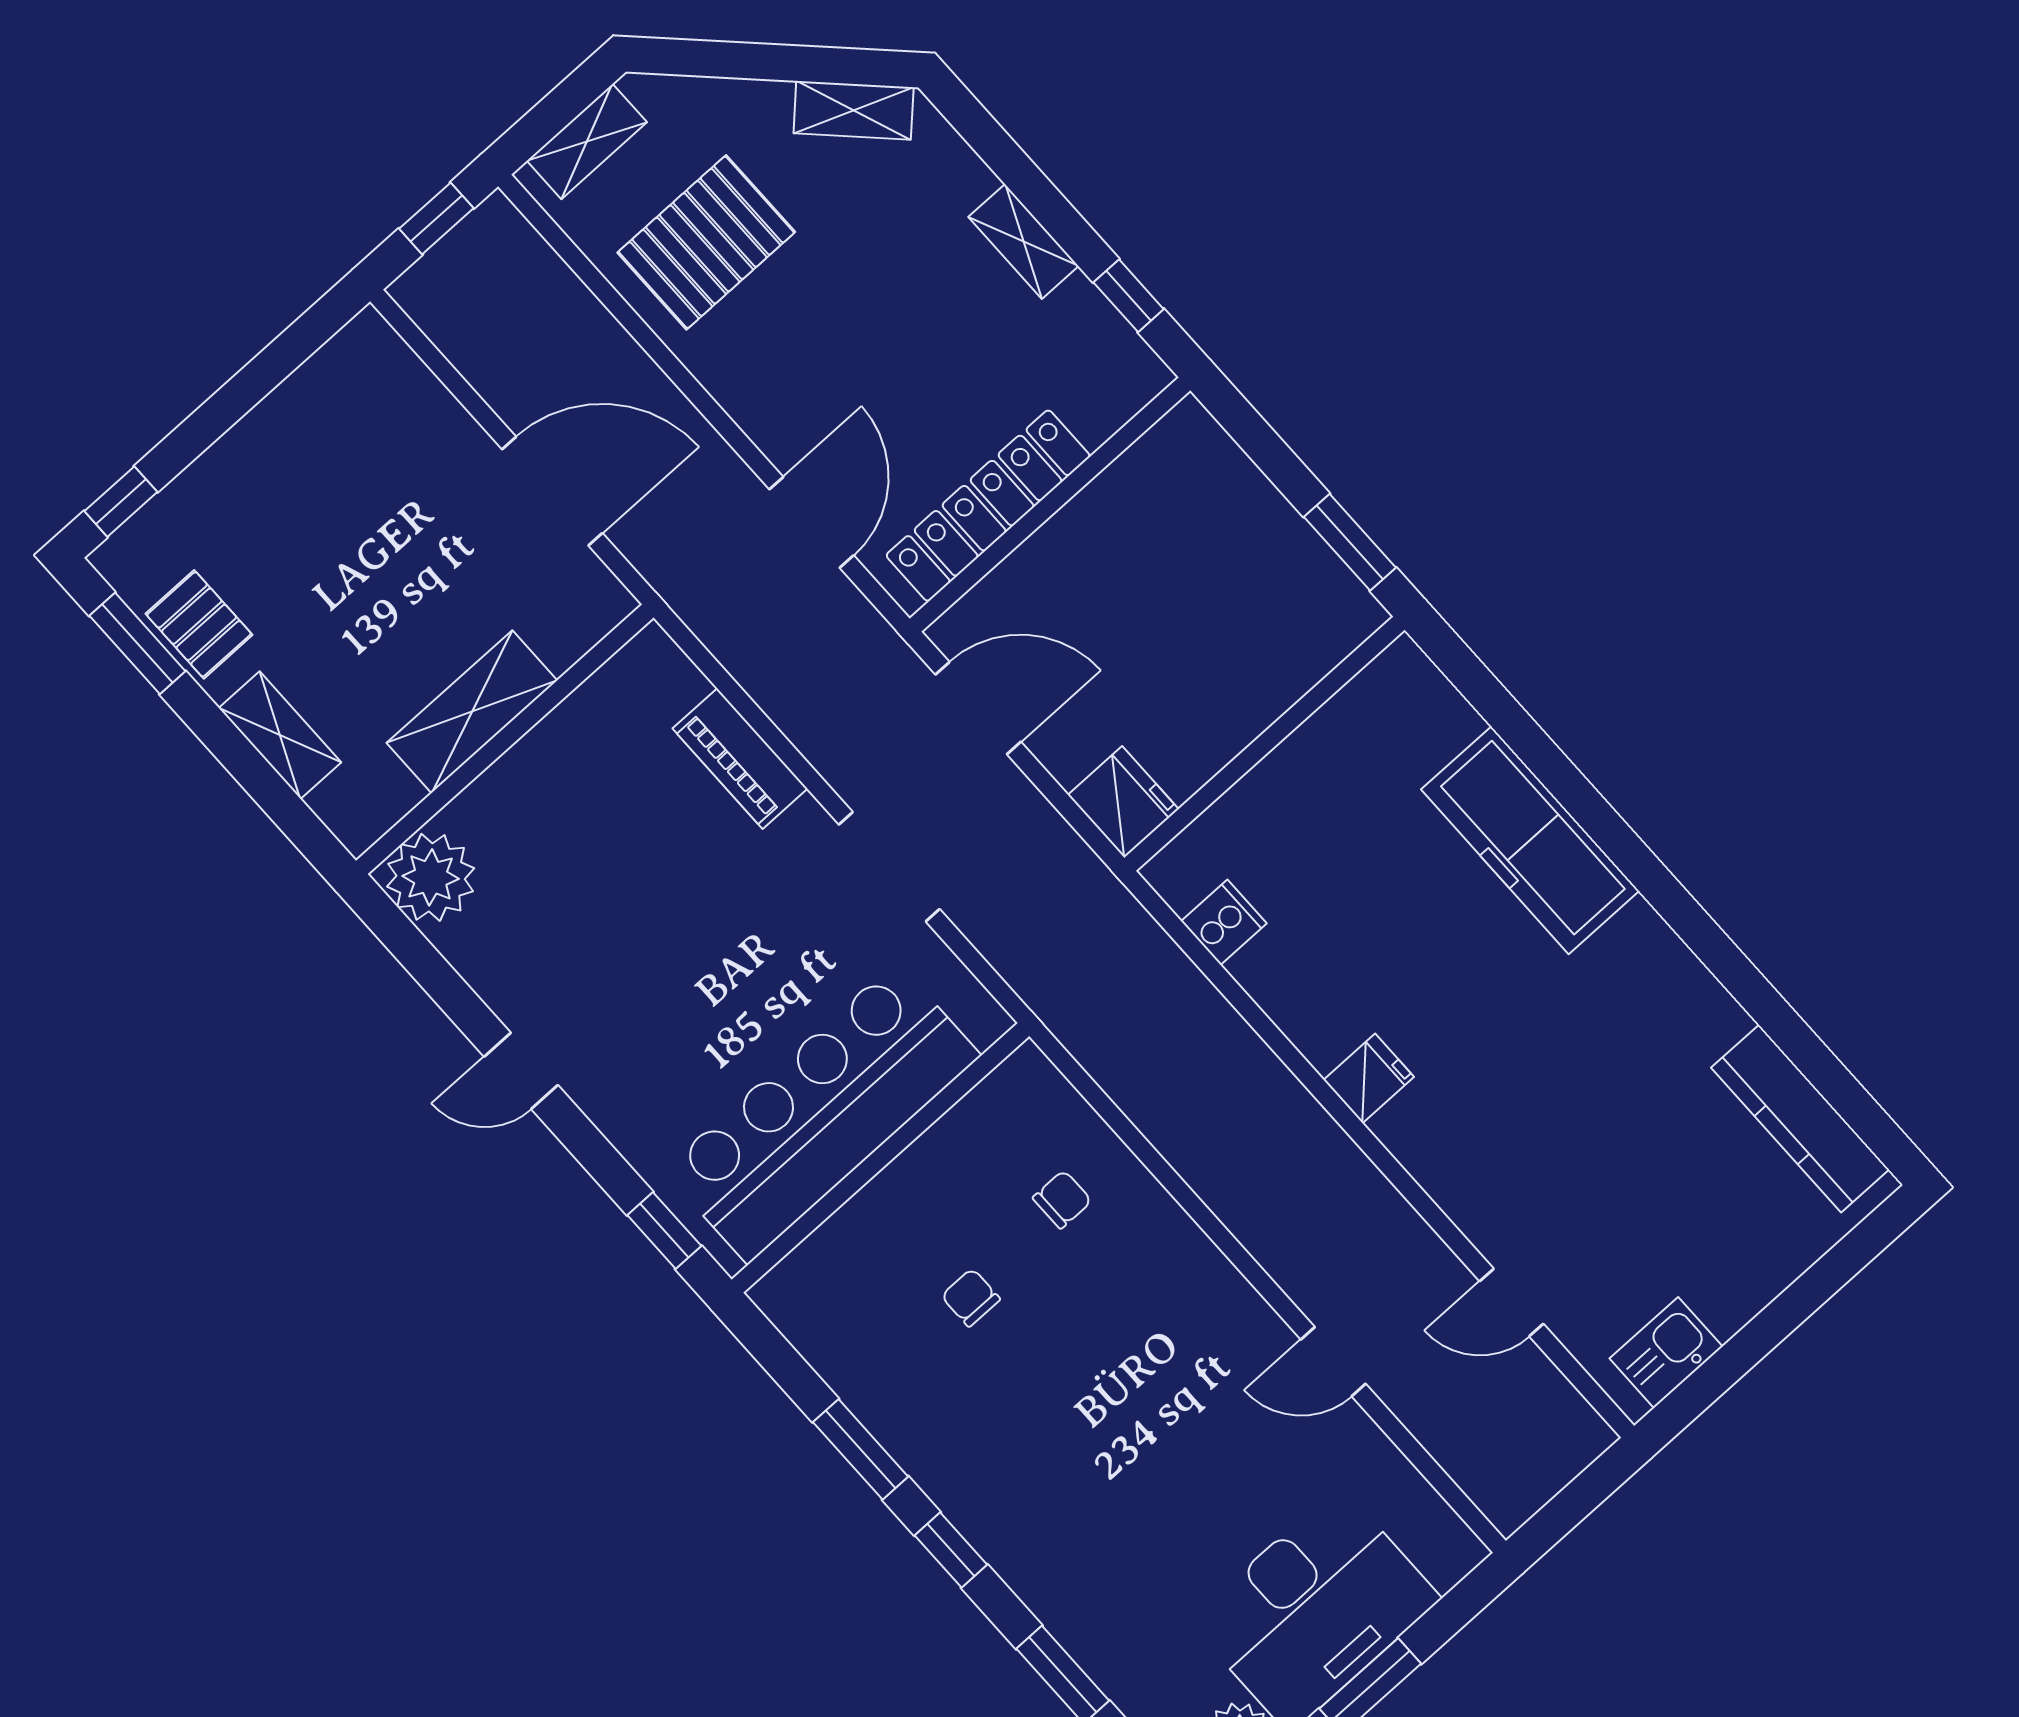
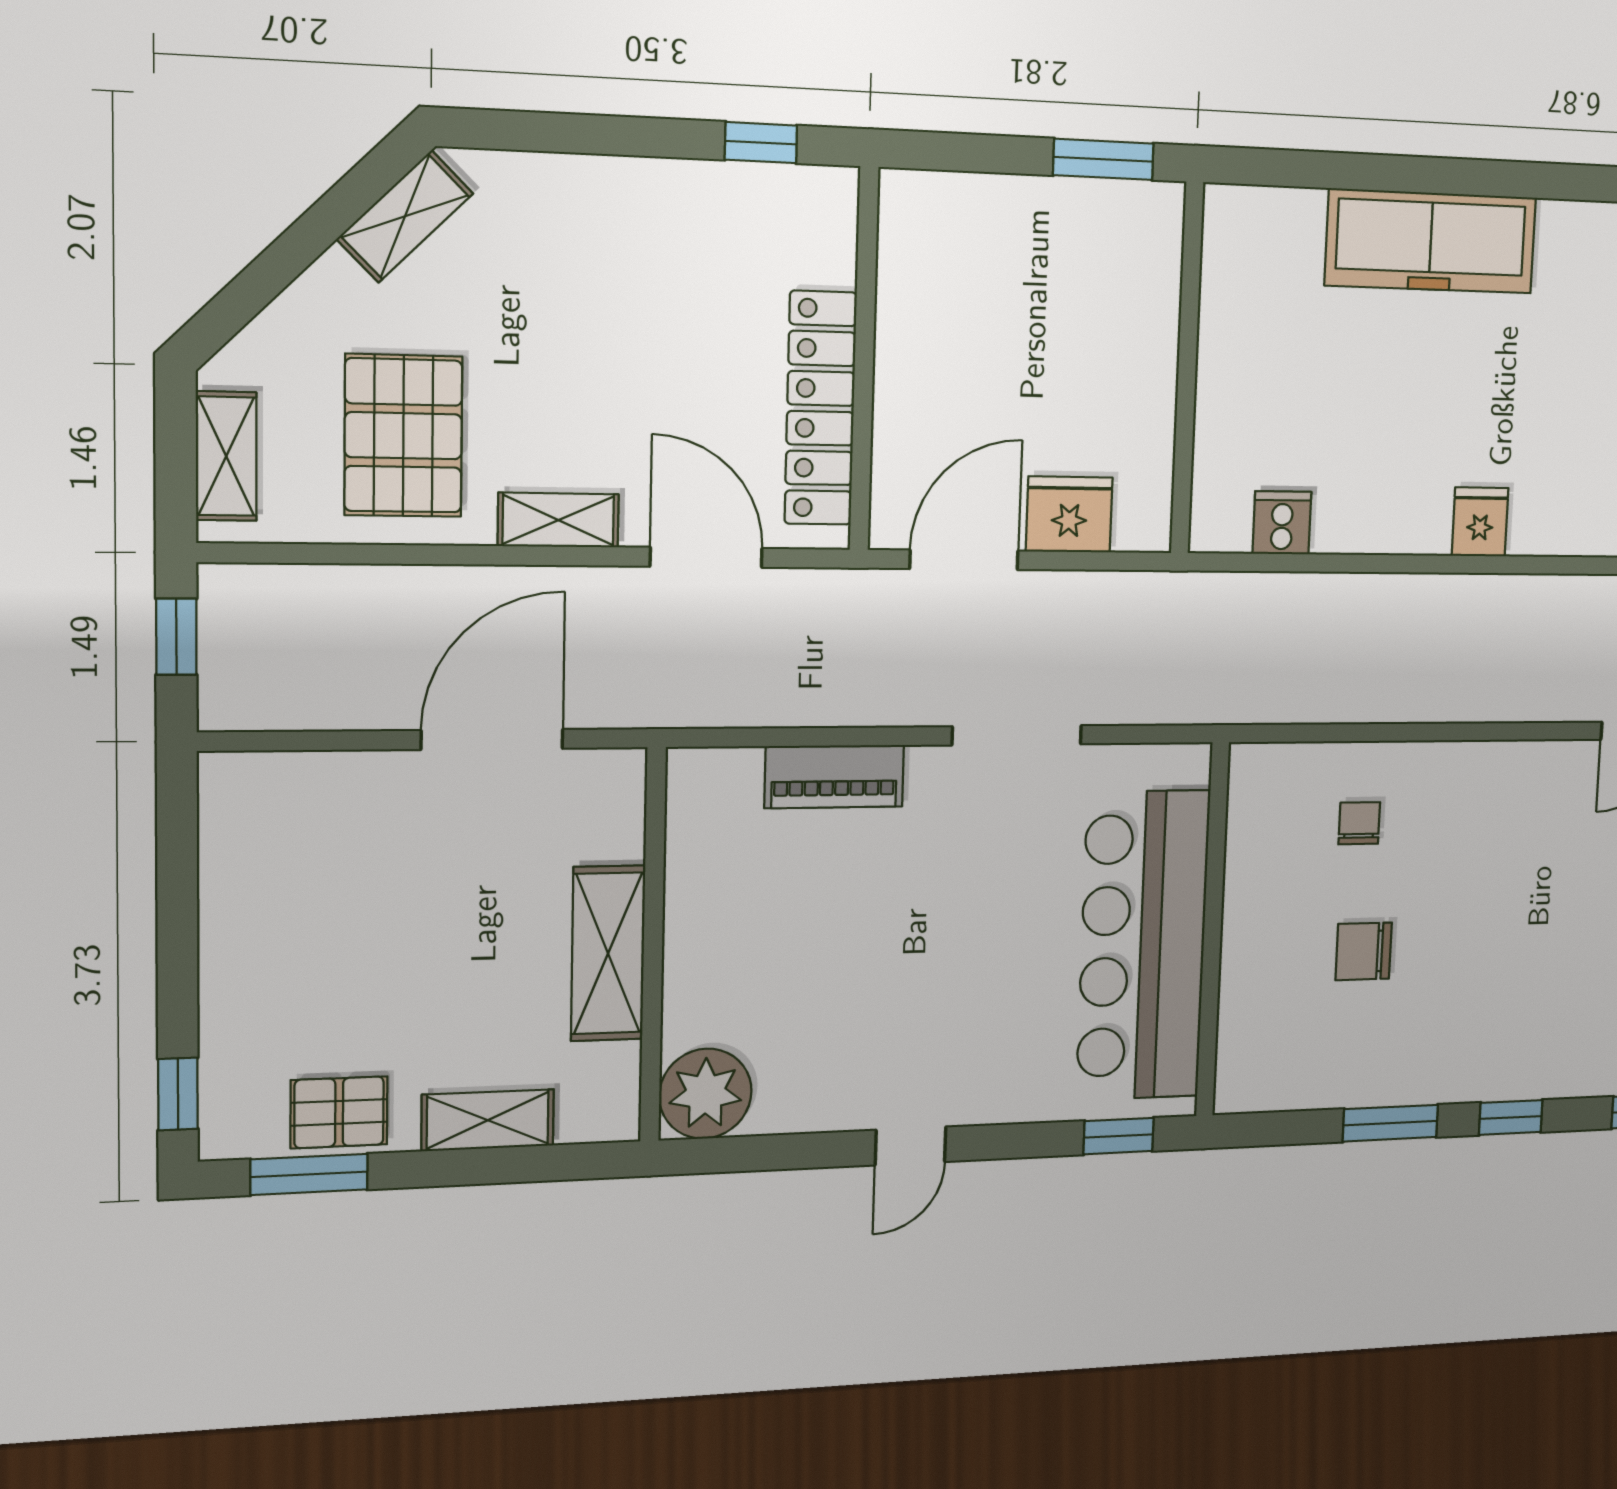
shelving: (1024, 241) -> (558, 520), moved
fridge: (1123, 802) -> (1069, 514), moved
chair: (971, 1298) -> (1364, 951), width x1.37, depth x1.37

